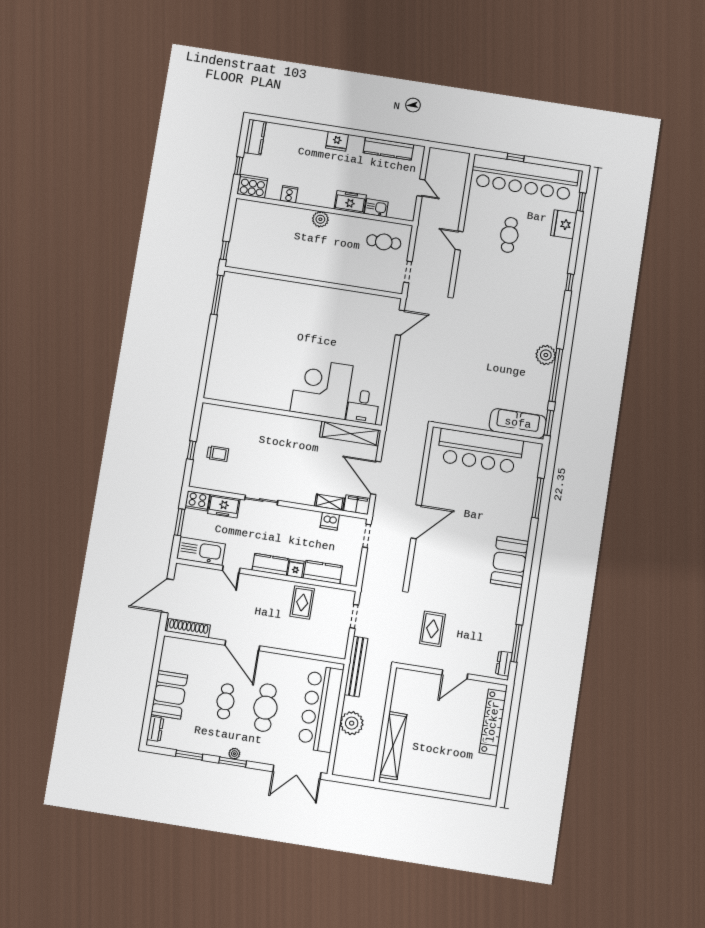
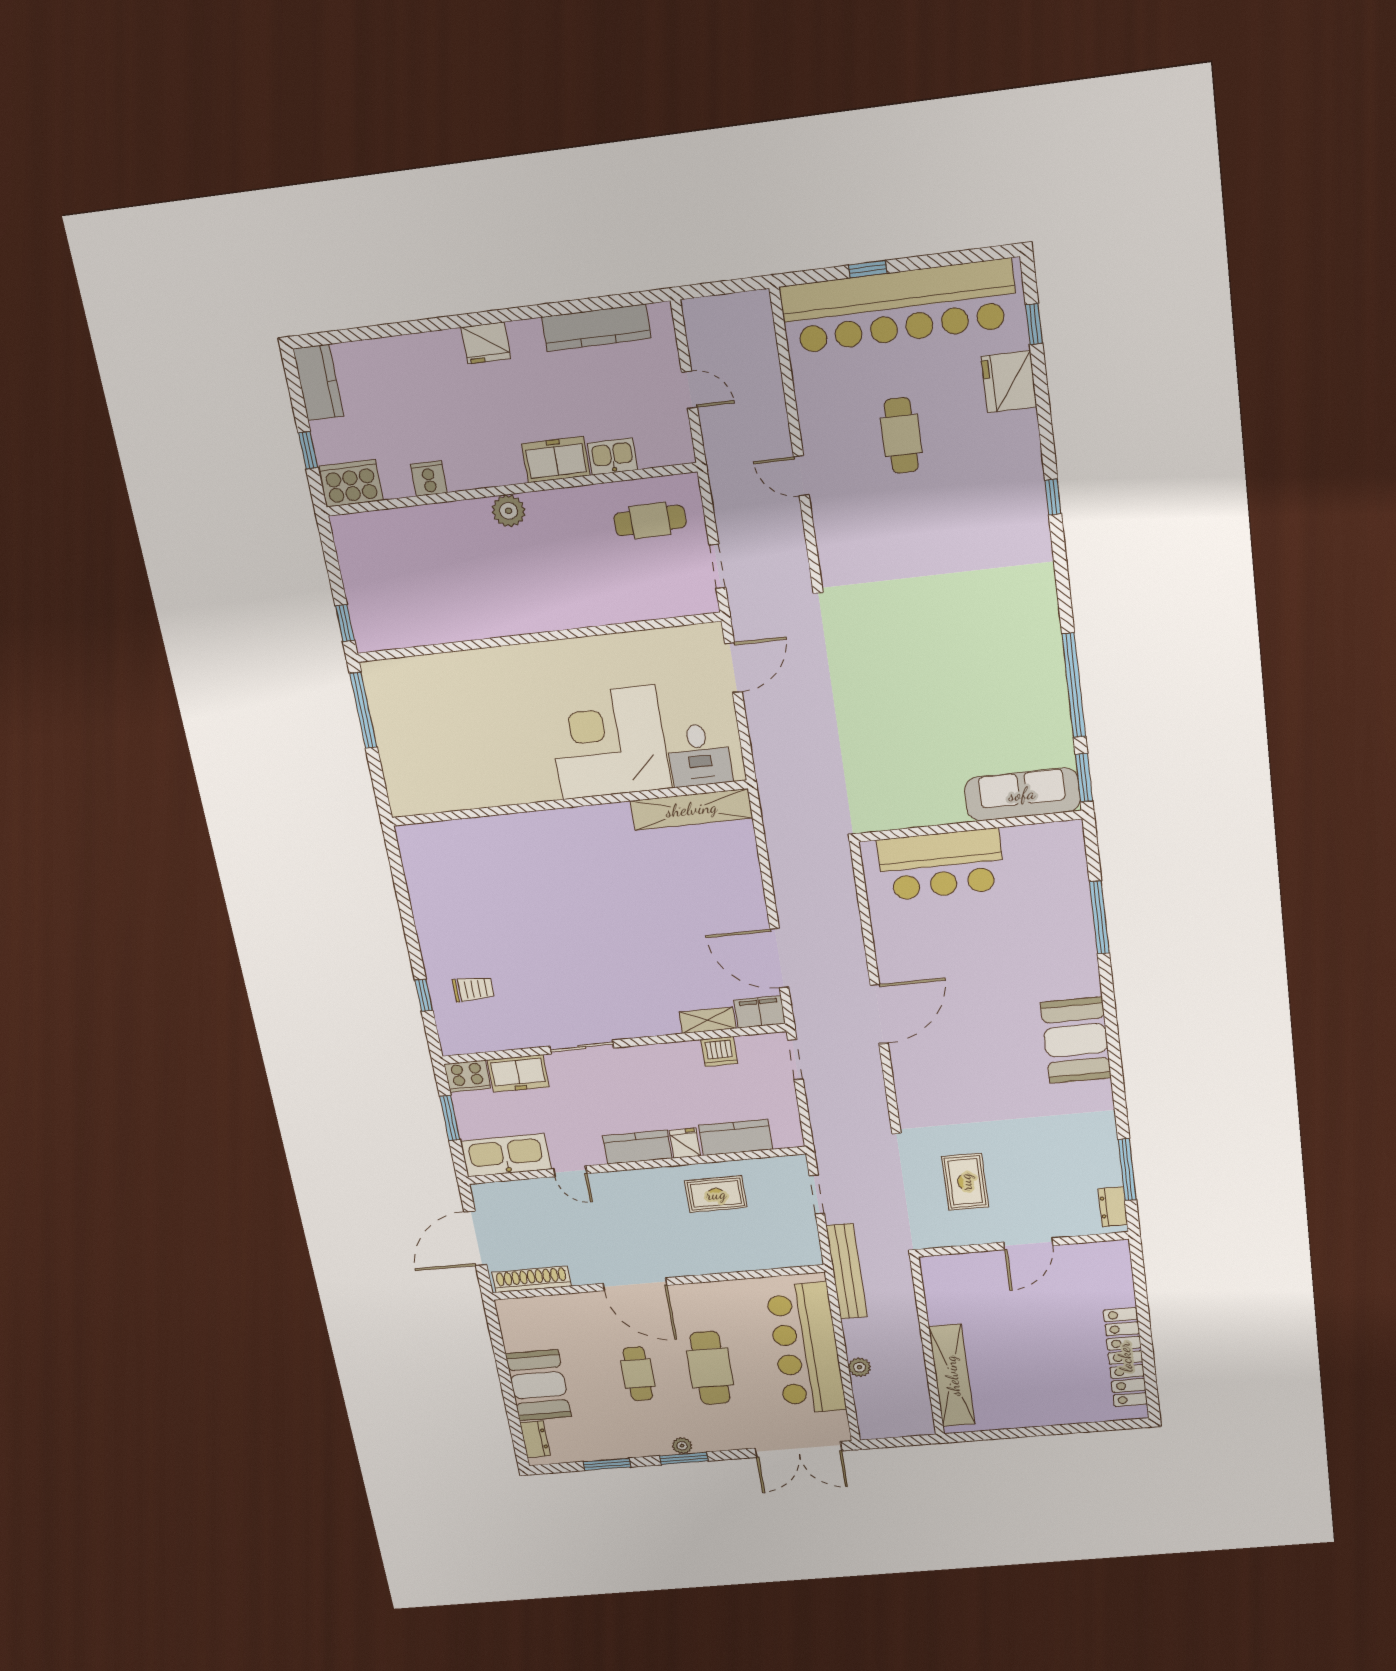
plant: (546, 355) -> (1043, 652), removed
corner desk: (322, 389) -> (608, 743), moved
desk: (363, 407) -> (699, 755), moved
wall: (292, 414) -> (569, 803), moved
shelving: (350, 434) -> (691, 809), moved
bar counter: (480, 451) -> (941, 865), width x0.73
rug: (302, 602) -> (716, 1194), turned 90
locker: (493, 722) -> (1125, 1357), moved
plant: (352, 723) -> (860, 1367), width x0.53, depth x0.53

